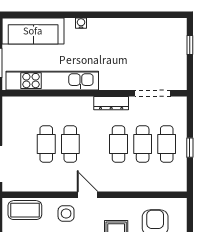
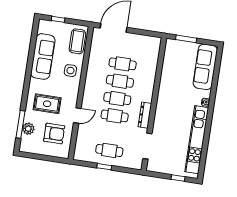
kitchen unit: (52, 81) -> (197, 140), moved, turned 180
cafe table: (143, 144) -> (117, 99), moved
door: (87, 195) -> (77, 115), moved

